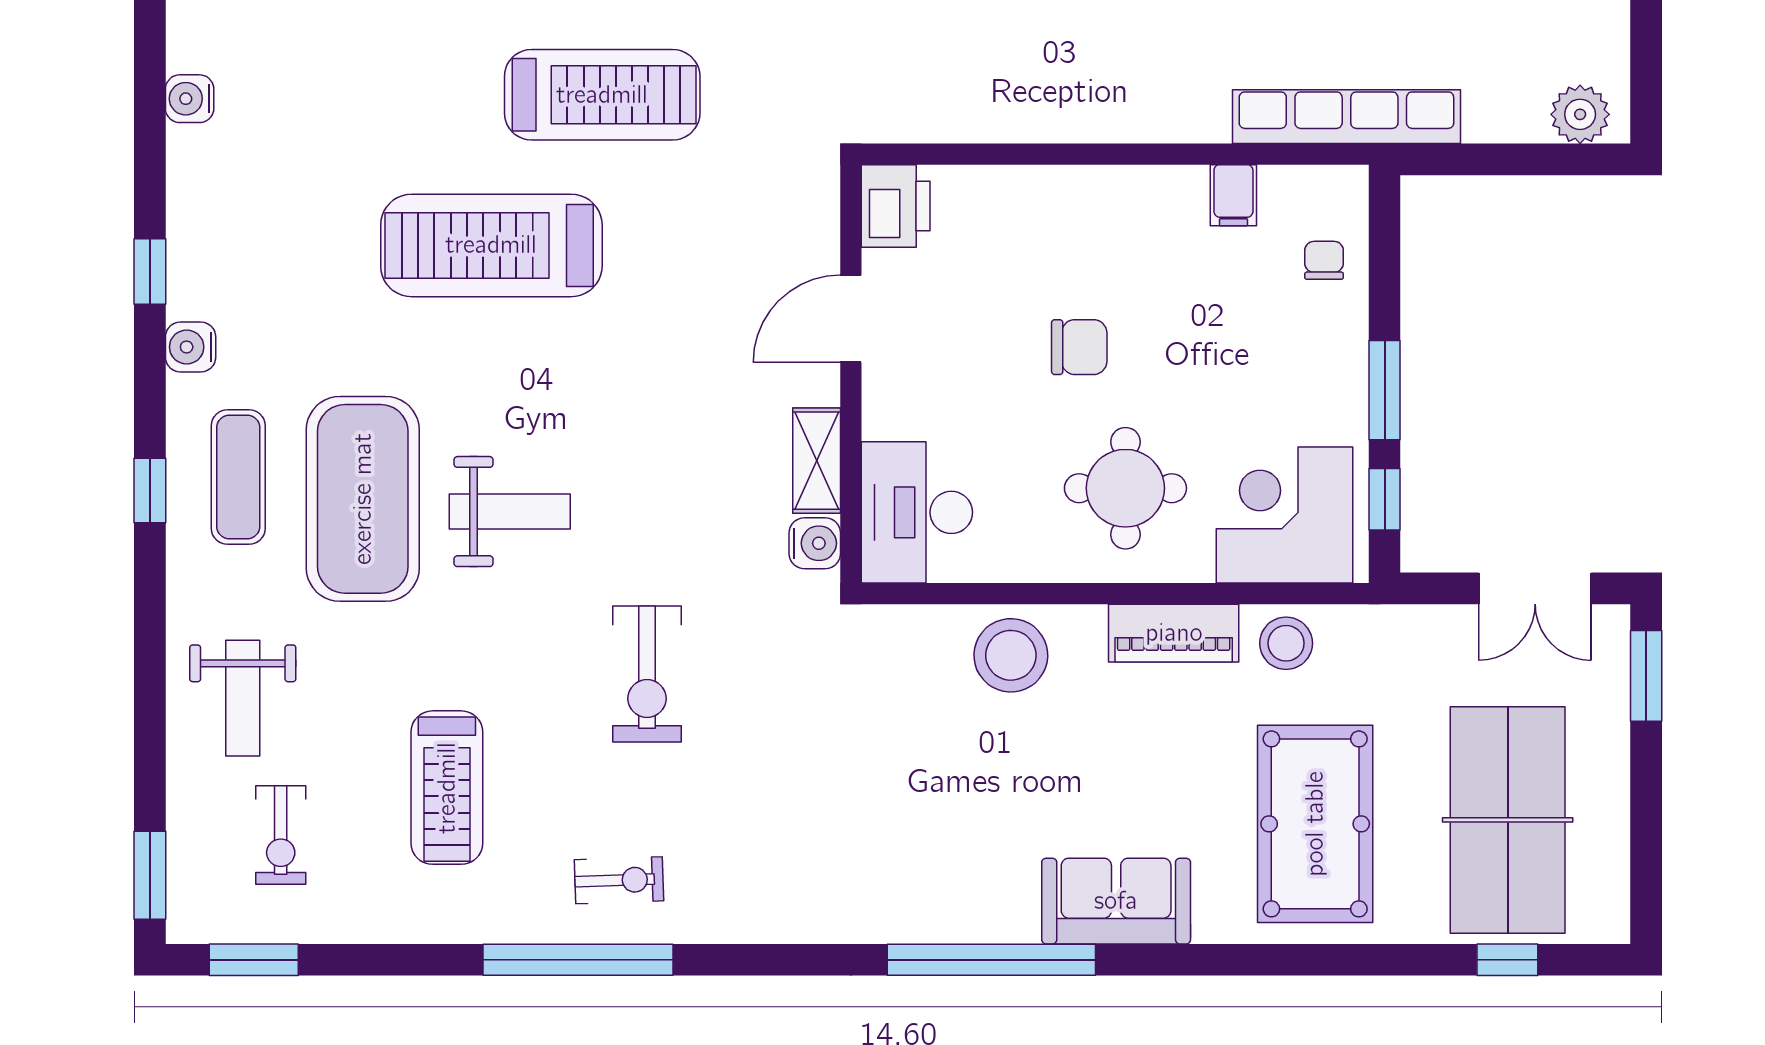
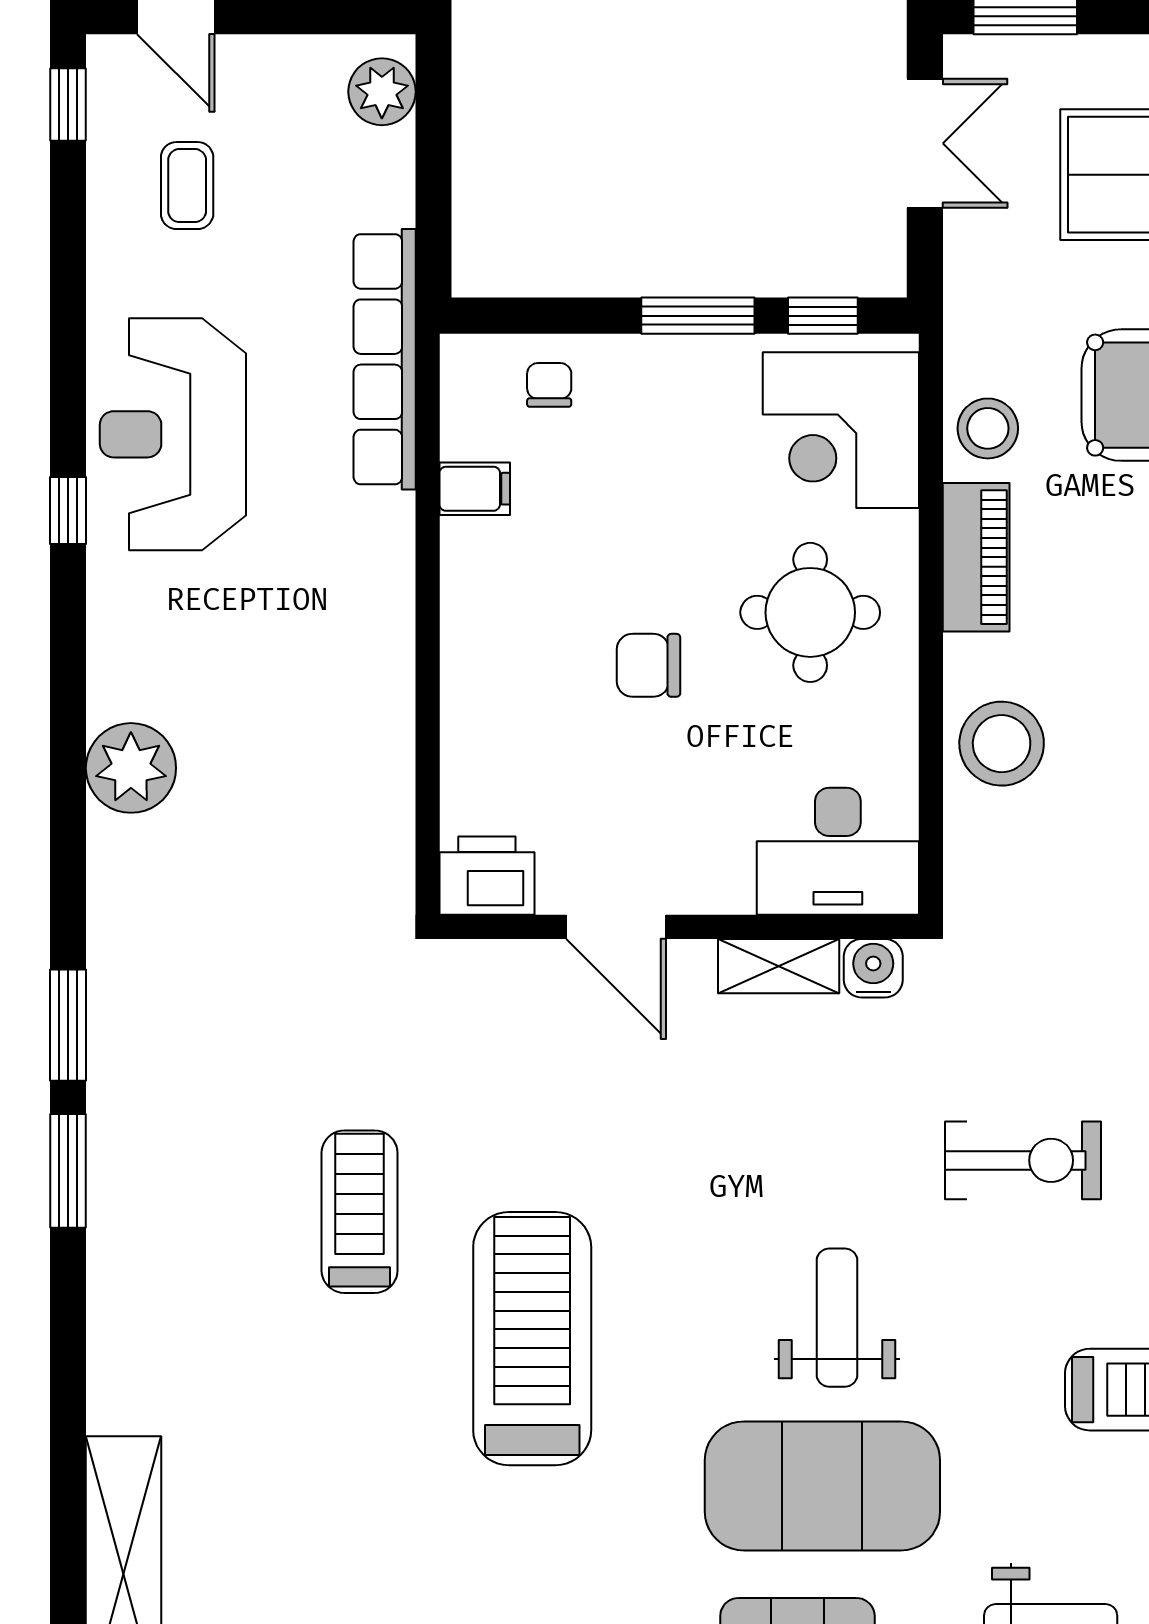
treadmill: (602, 95) -> (360, 1212), width x0.73, depth x0.73
treadmill: (491, 245) -> (532, 1339), turned 180
chair: (1324, 260) -> (549, 385), turned 90
chair: (1079, 347) -> (649, 665), turned -90

